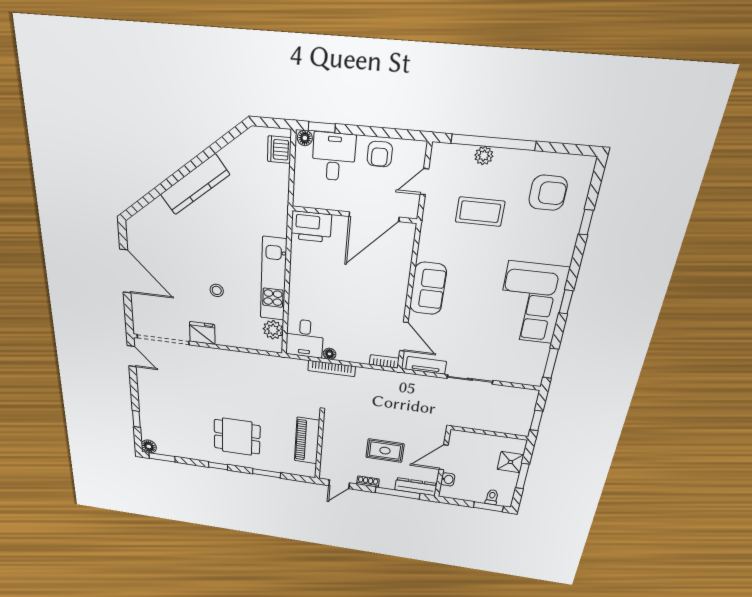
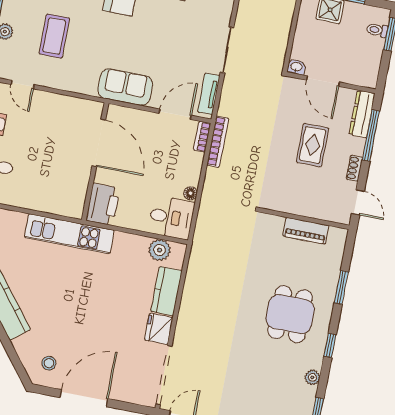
wall: (354, 215) -> (95, 162), moved
door: (374, 217) -> (99, 143), moved
printer: (311, 227) -> (103, 204), moved
kitchen unit: (273, 279) -> (69, 234), moved
stool: (217, 290) -> (49, 363), moved
kitchen counter: (237, 338) -> (166, 291), added
bookcase: (332, 368) -> (218, 142), moved
piano: (307, 441) -> (306, 231), width x0.73, depth x0.75
plant: (190, 454) -> (312, 377), added
washbasin: (448, 479) -> (296, 67), moved

